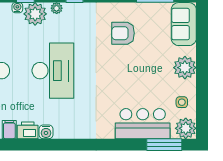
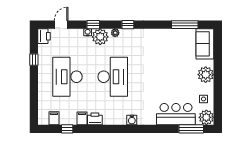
armchair: (123, 33) -> (162, 50), removed
water cooler: (46, 132) -> (132, 120), moved

